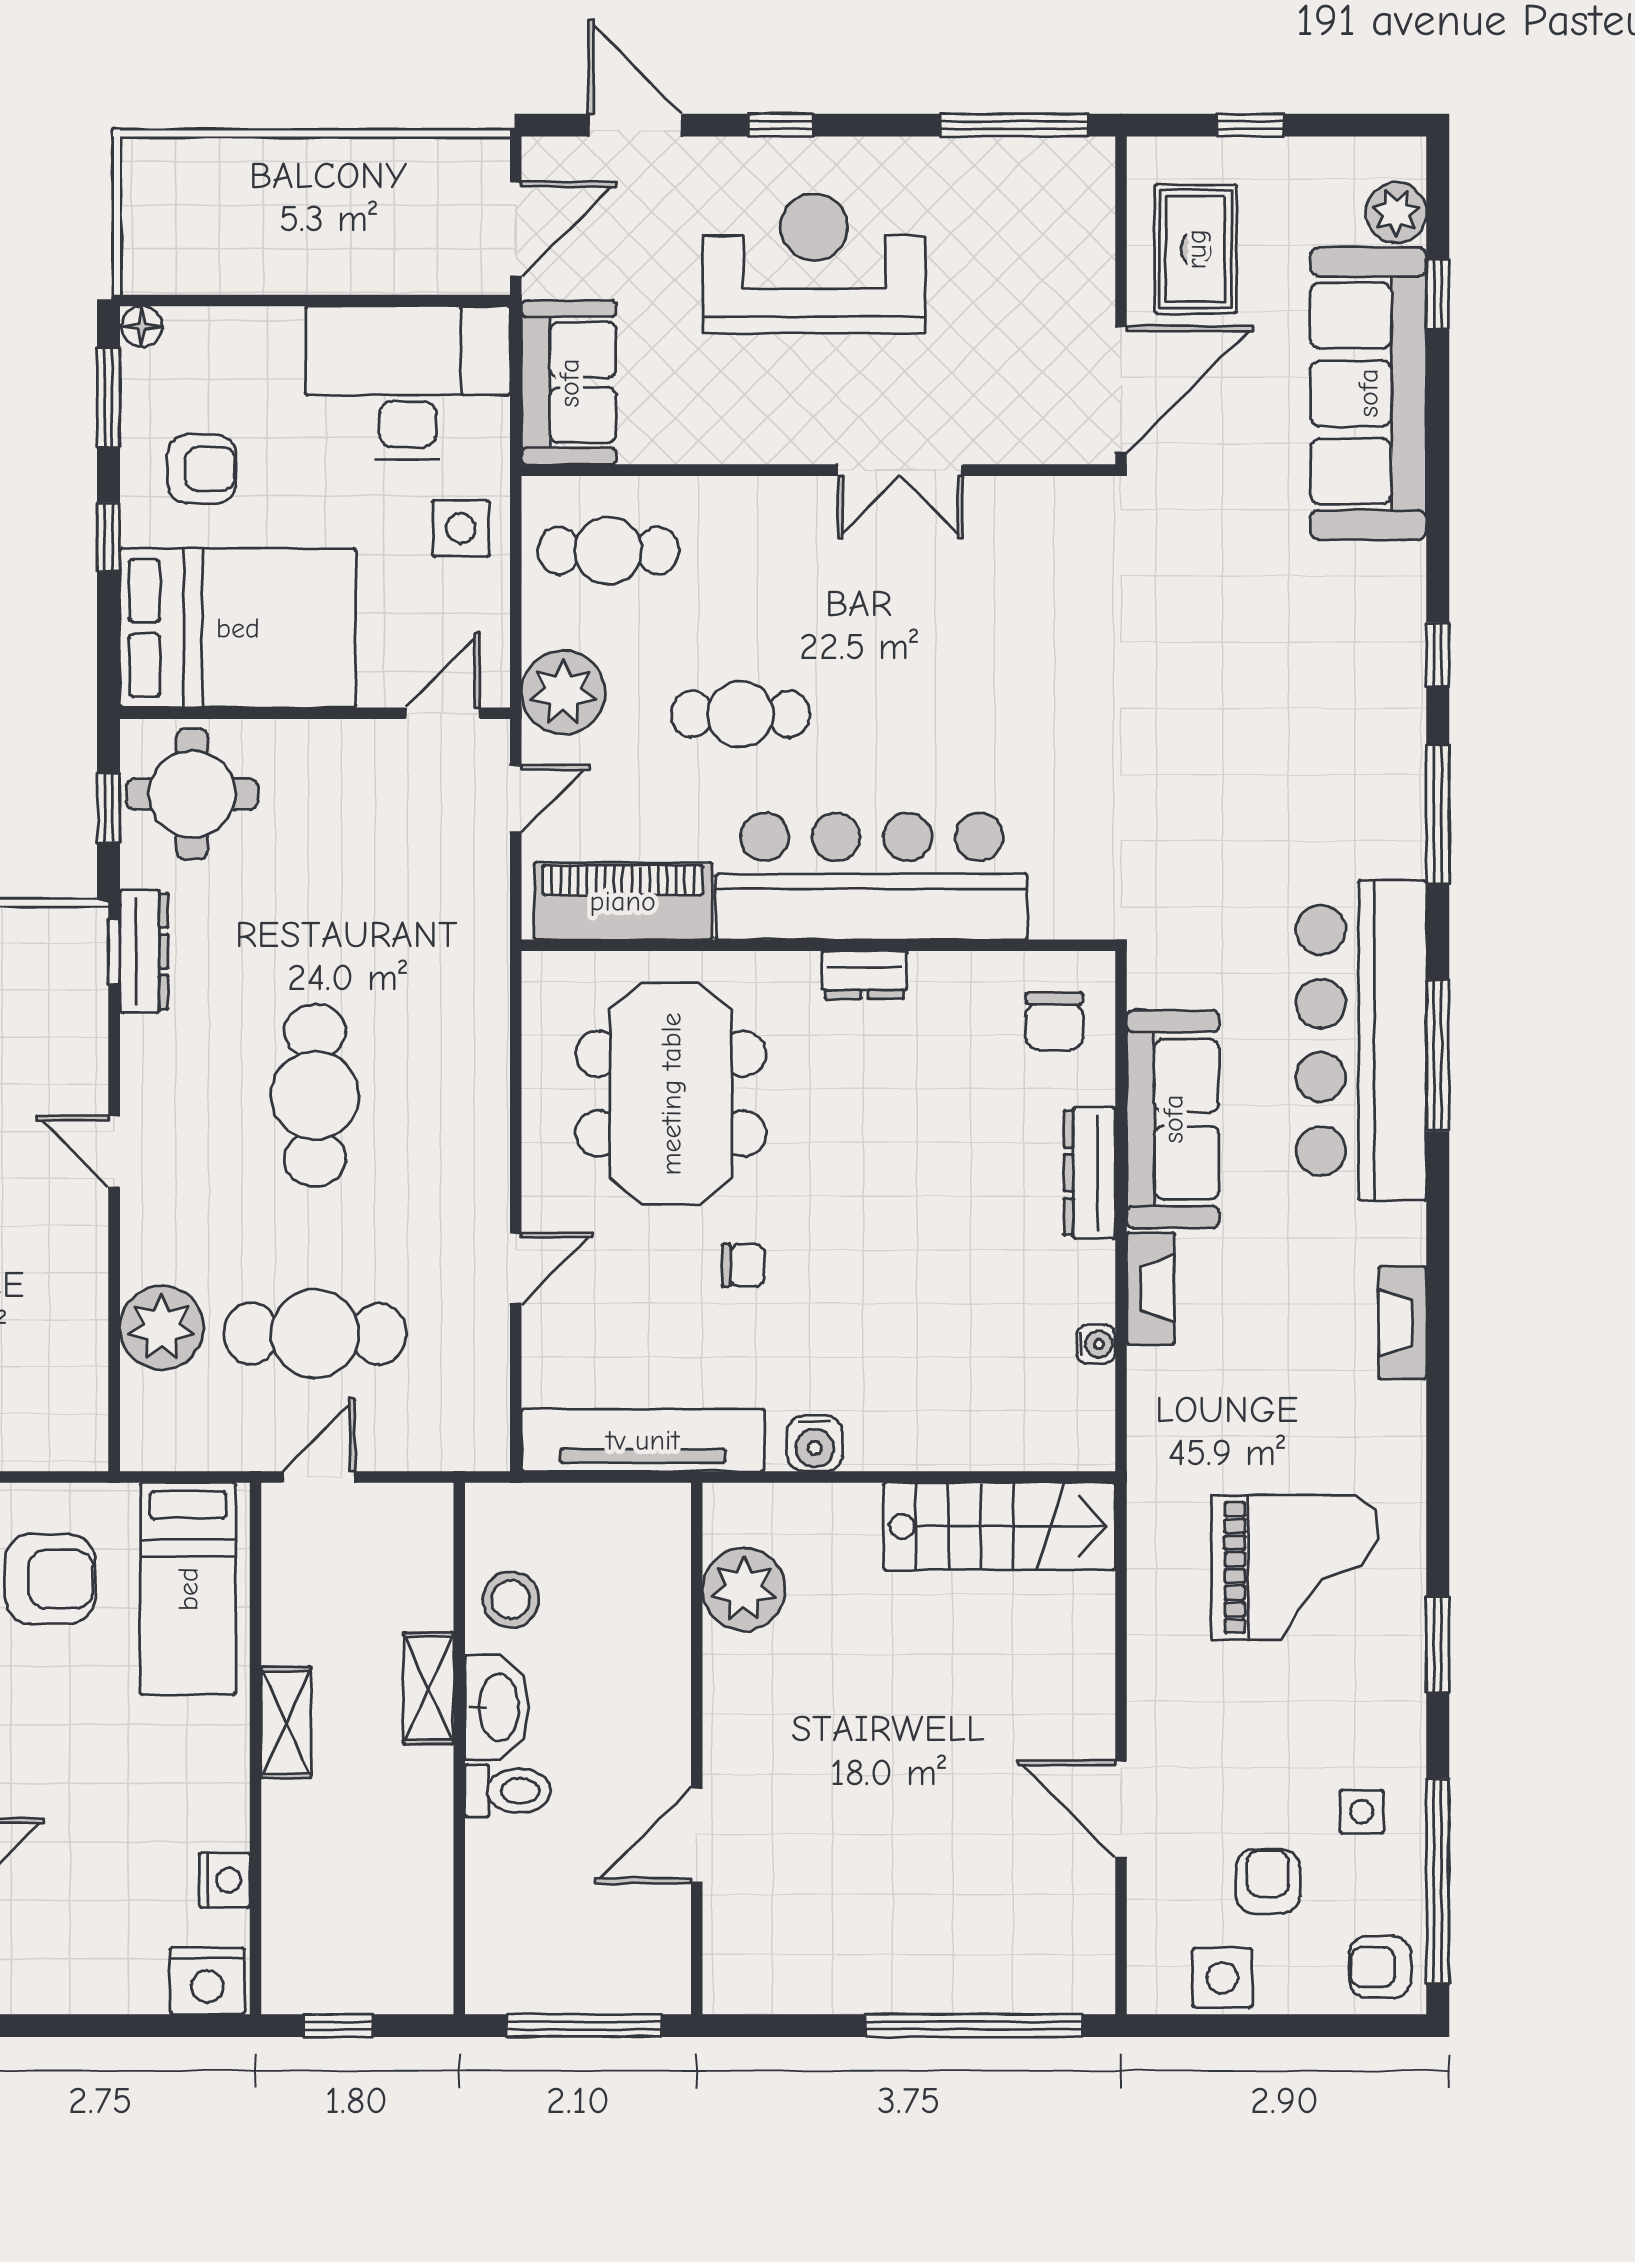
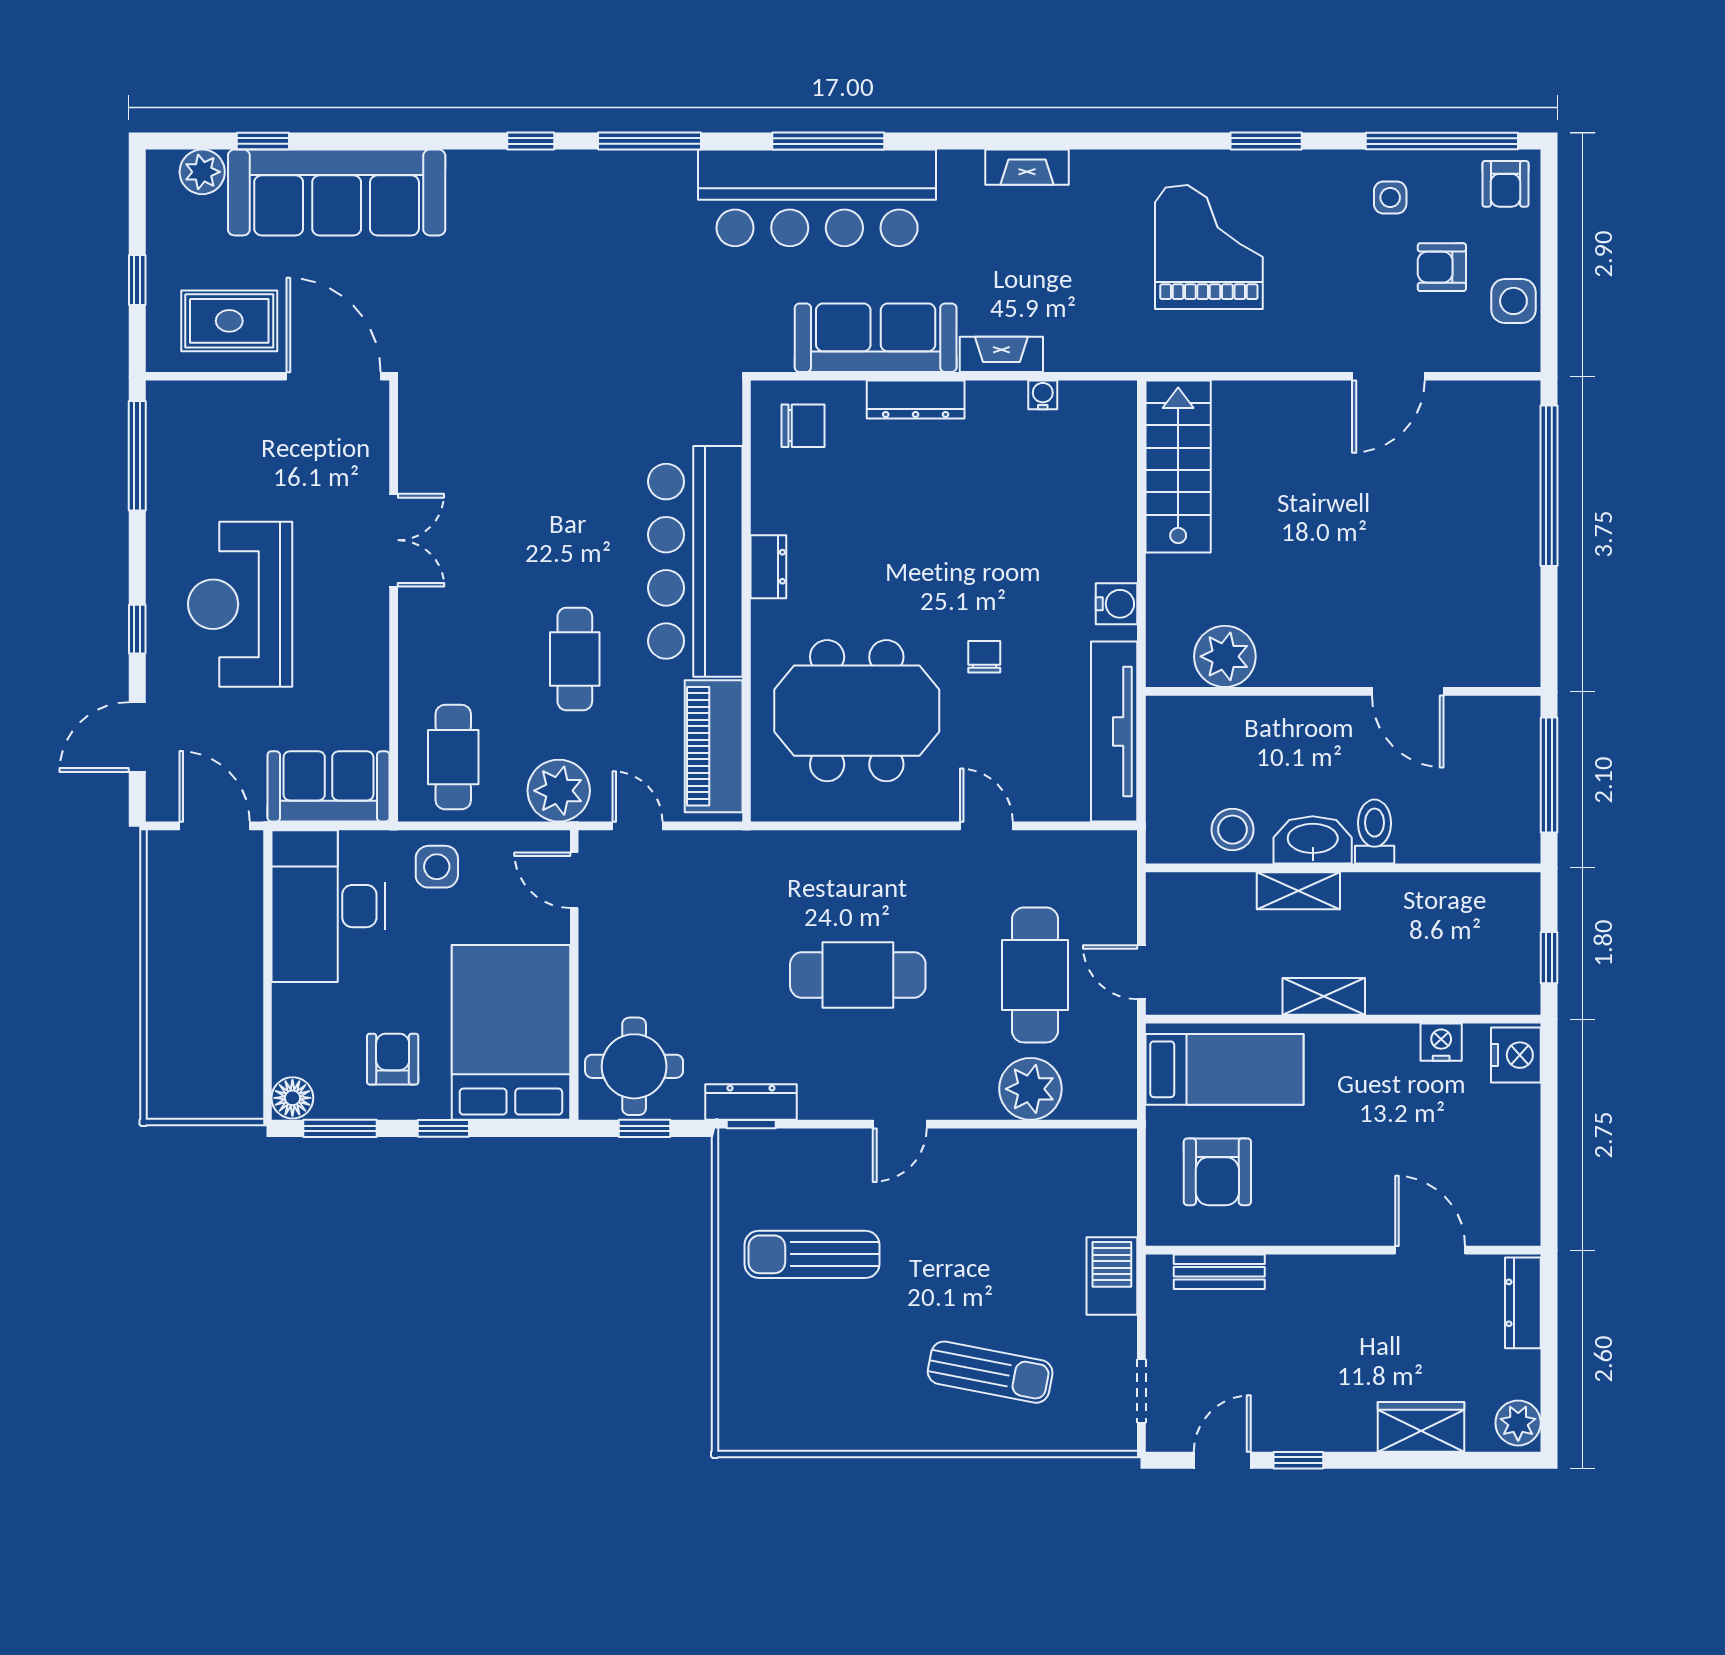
floor lamp: (142, 326) -> (292, 1098), width x1.37, depth x1.37
armchair: (50, 1579) -> (1217, 1172), turned 180

